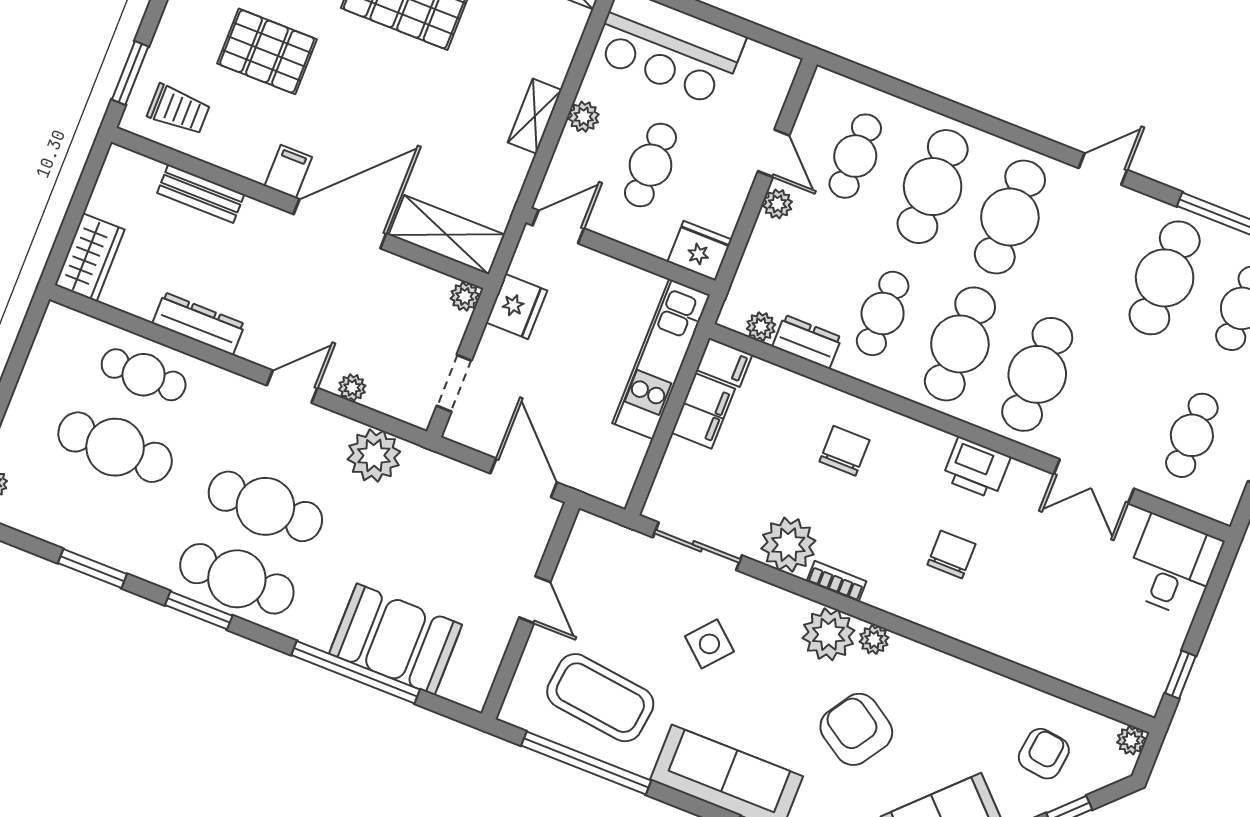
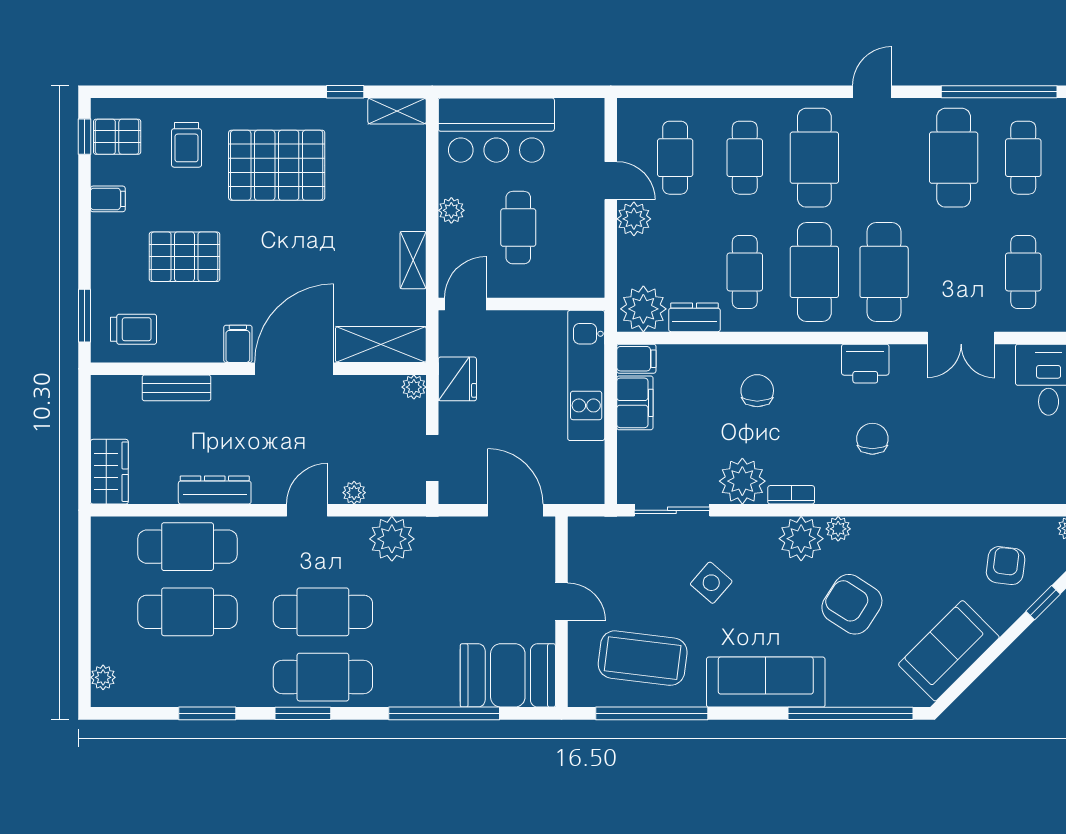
shelving: (535, 116) -> (413, 260), moved
cafe table: (933, 187) -> (745, 158), width x0.73, depth x0.74
plant: (778, 204) -> (634, 219), width x1.38, depth x1.38
fridge: (700, 251) -> (583, 279), removed
plant: (761, 327) -> (643, 309), width x1.88, depth x1.88
cafe table: (144, 375) -> (188, 547), width x1.37, depth x1.35
booth: (396, 639) -> (508, 675), moved

